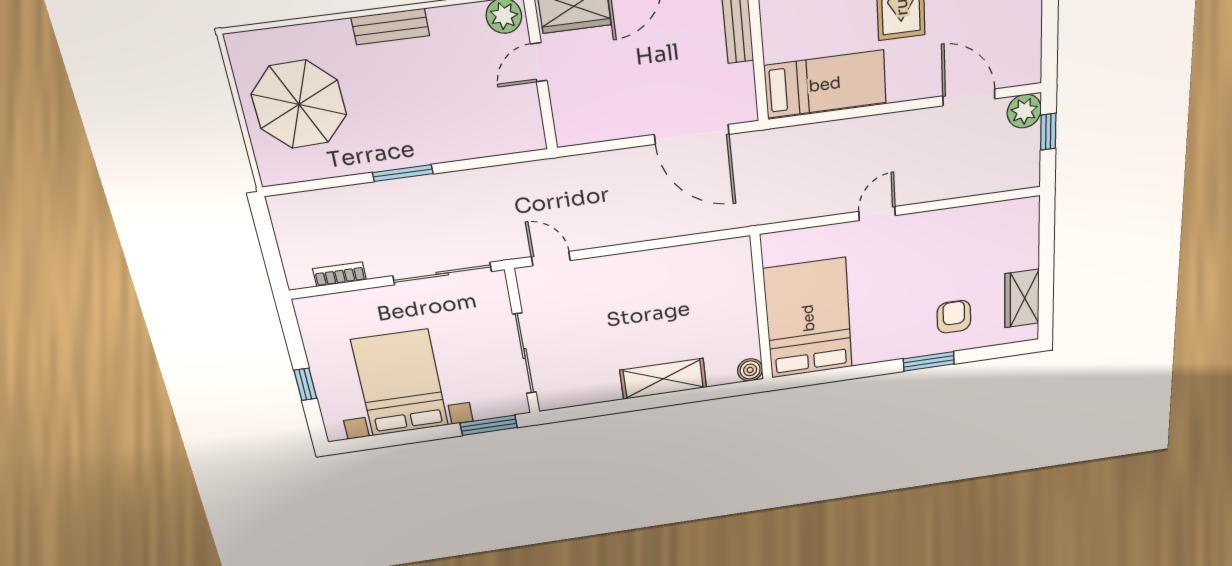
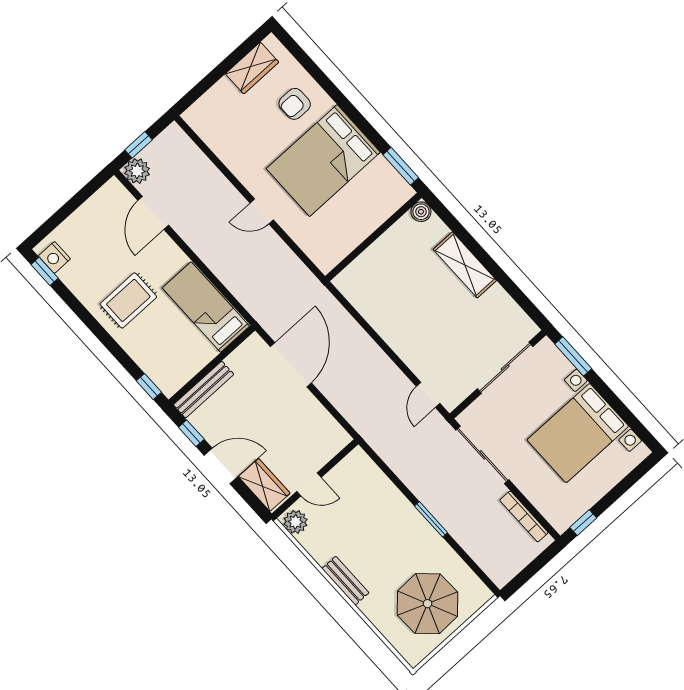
bookcase: (339, 274) -> (524, 516), width x1.56
bed: (808, 318) -> (323, 160), moved
window: (929, 361) -> (401, 166), moved
window: (305, 384) -> (583, 523), moved

